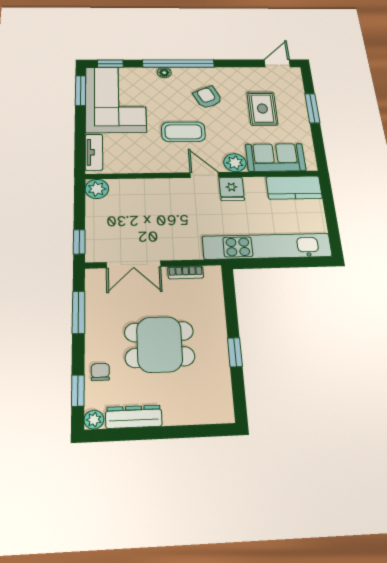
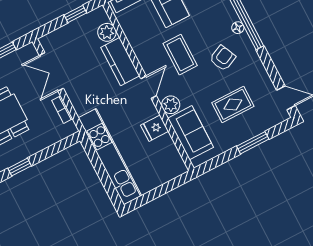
floor lamp: (164, 73) -> (238, 28), moved
kitchen counter: (294, 188) -> (120, 62), moved
plant: (97, 189) -> (107, 32), moved
fridge: (232, 189) -> (155, 128), moved
window: (79, 242) -> (75, 14), moved

